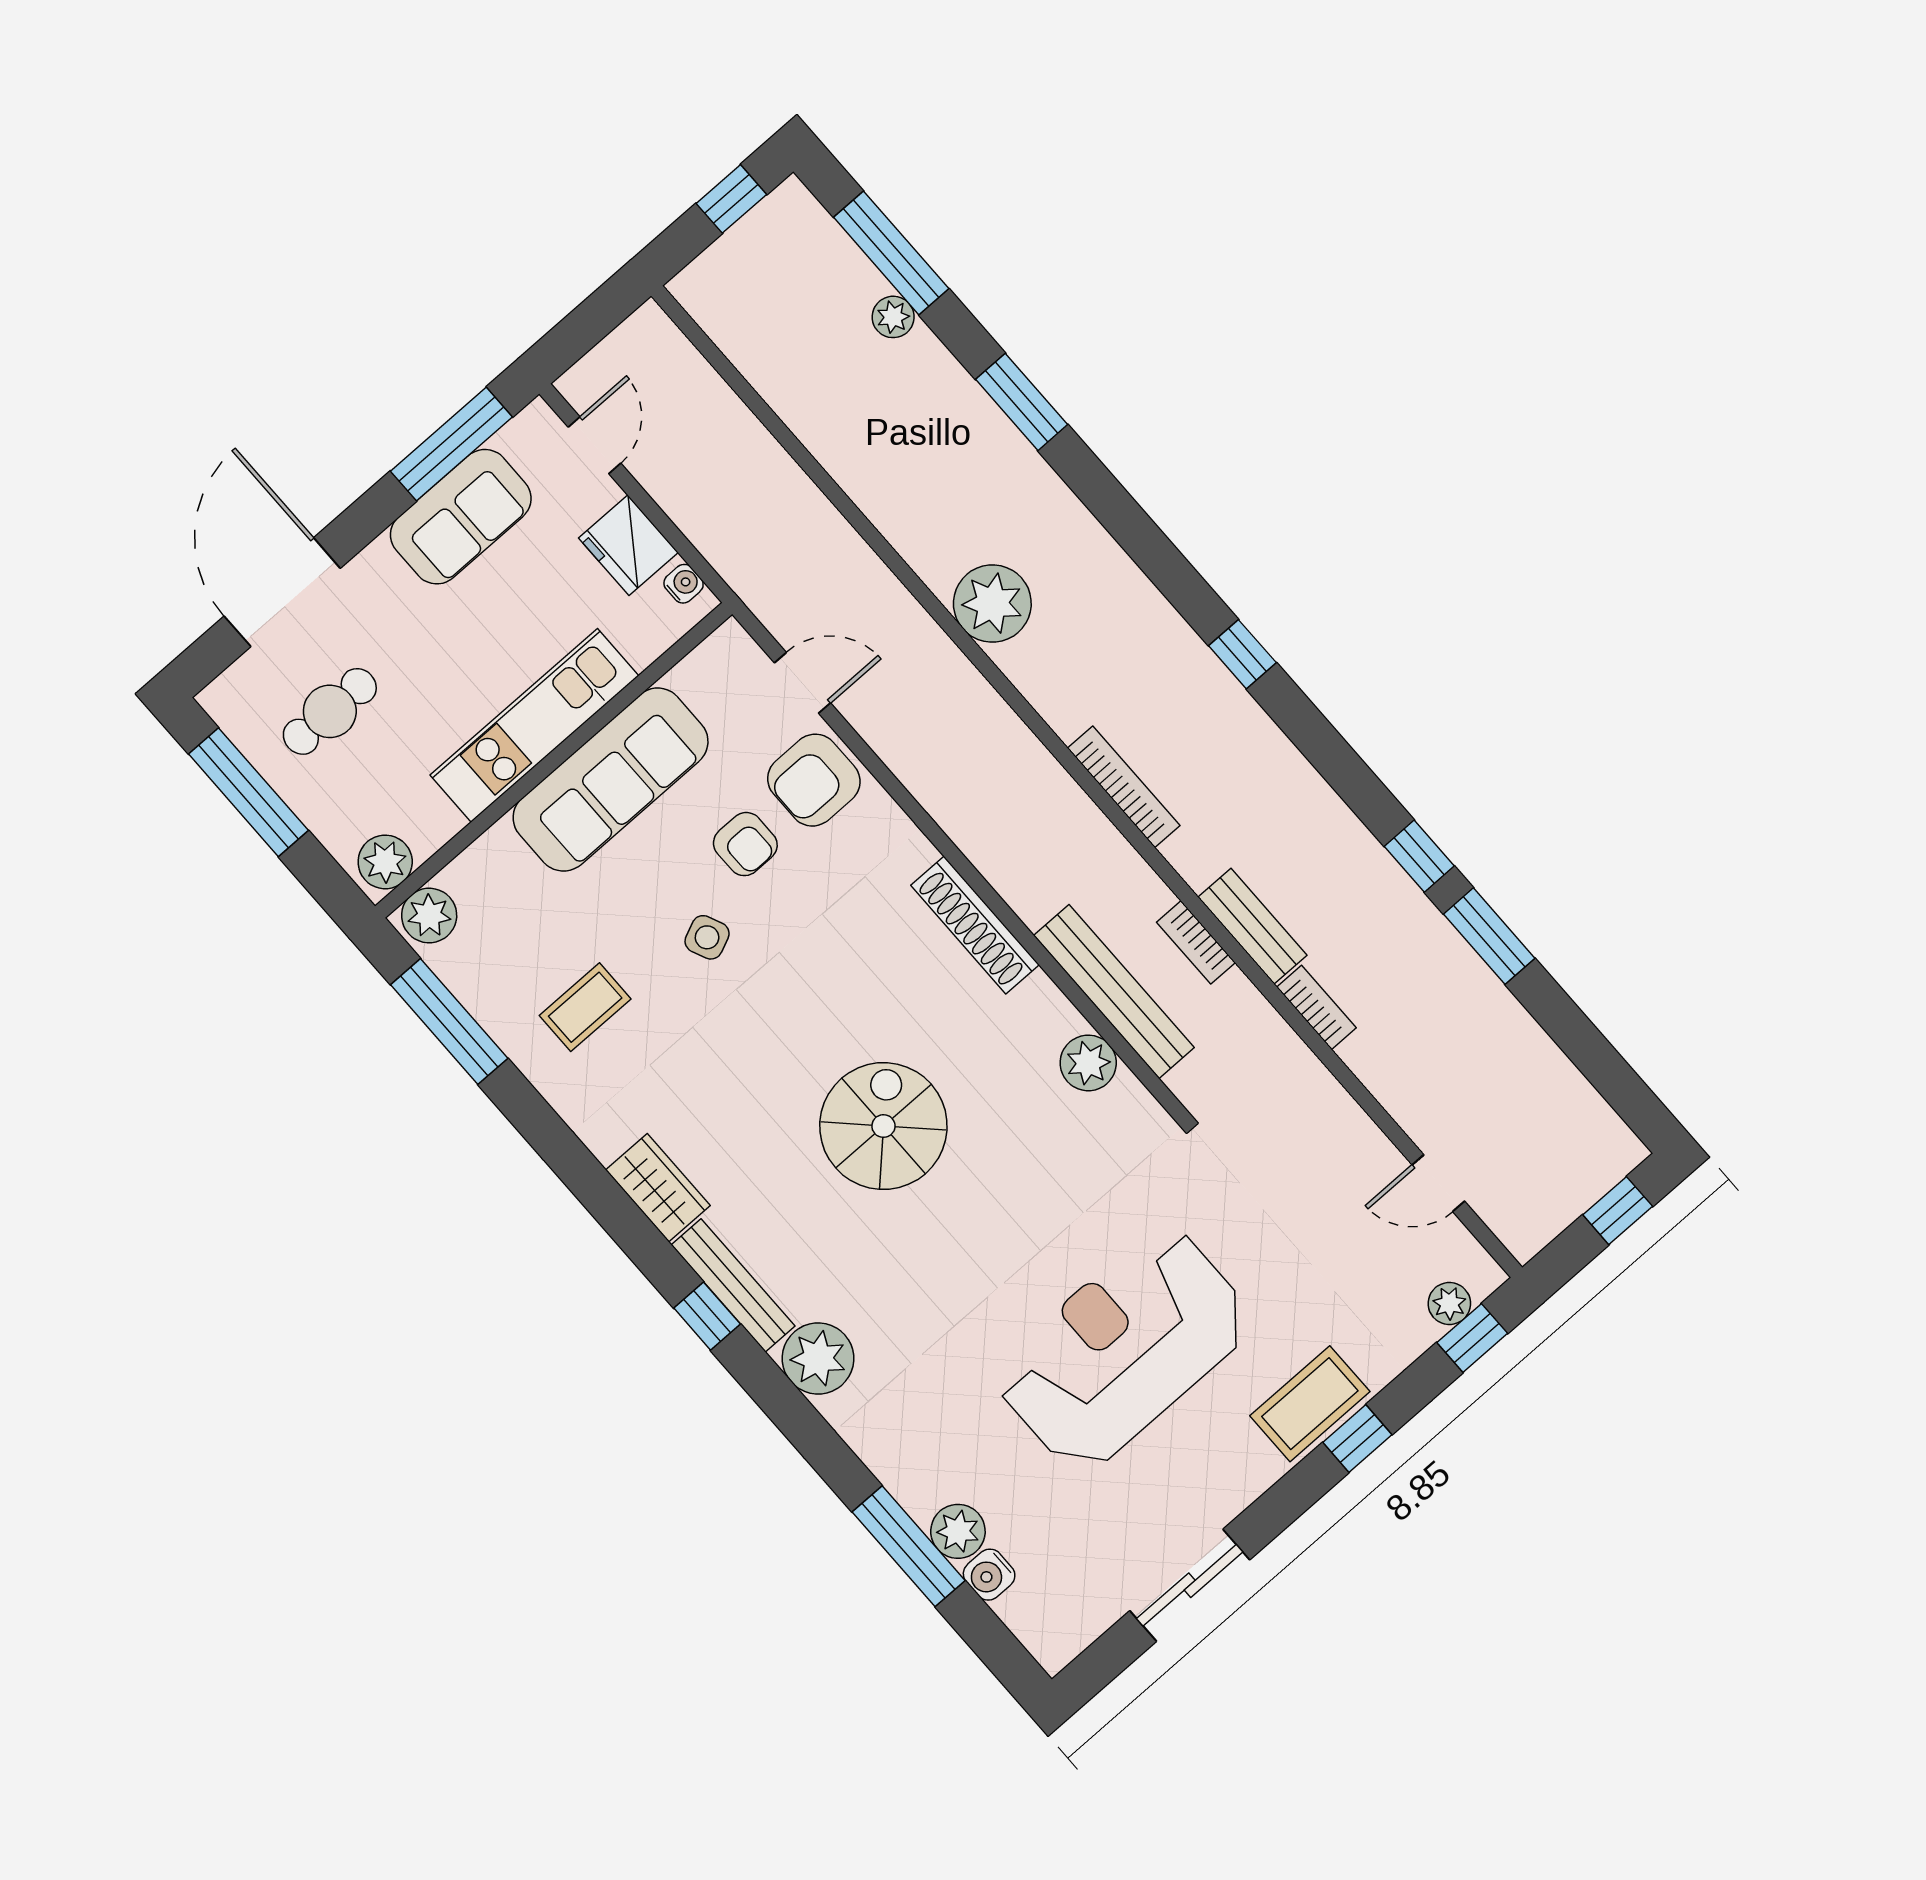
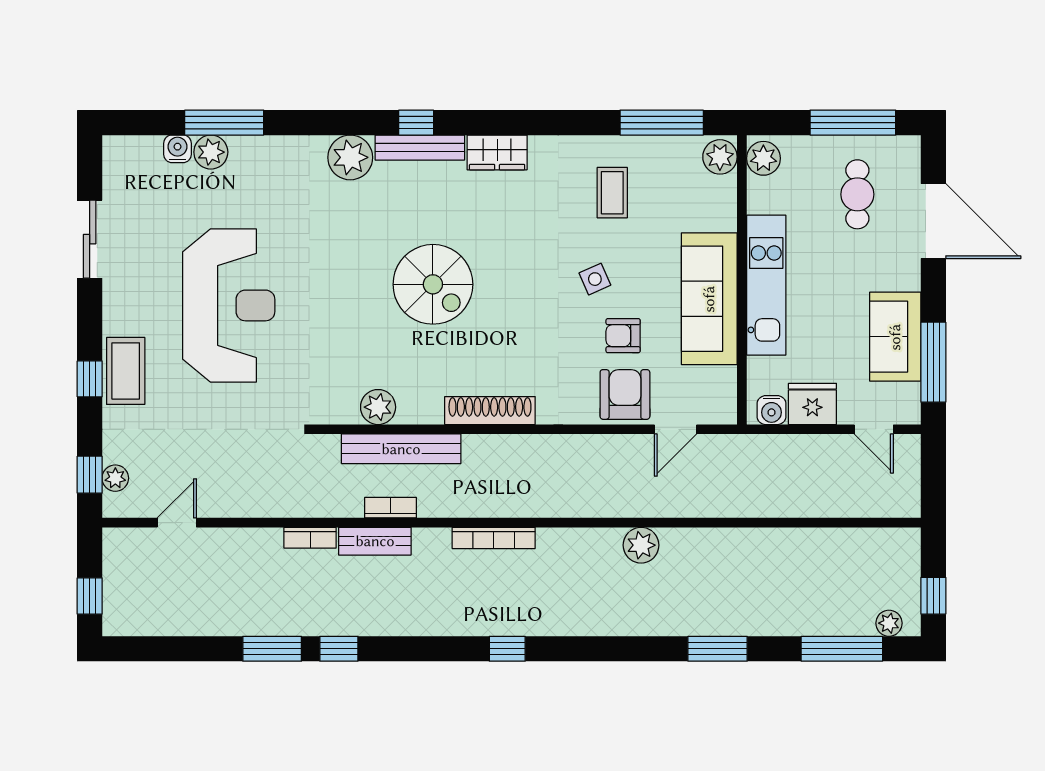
plant: (893, 317) -> (889, 623), moved
water cooler: (684, 584) -> (771, 410), width x1.38, depth x1.38
plant: (992, 604) -> (641, 545), width x0.73, depth x0.73

